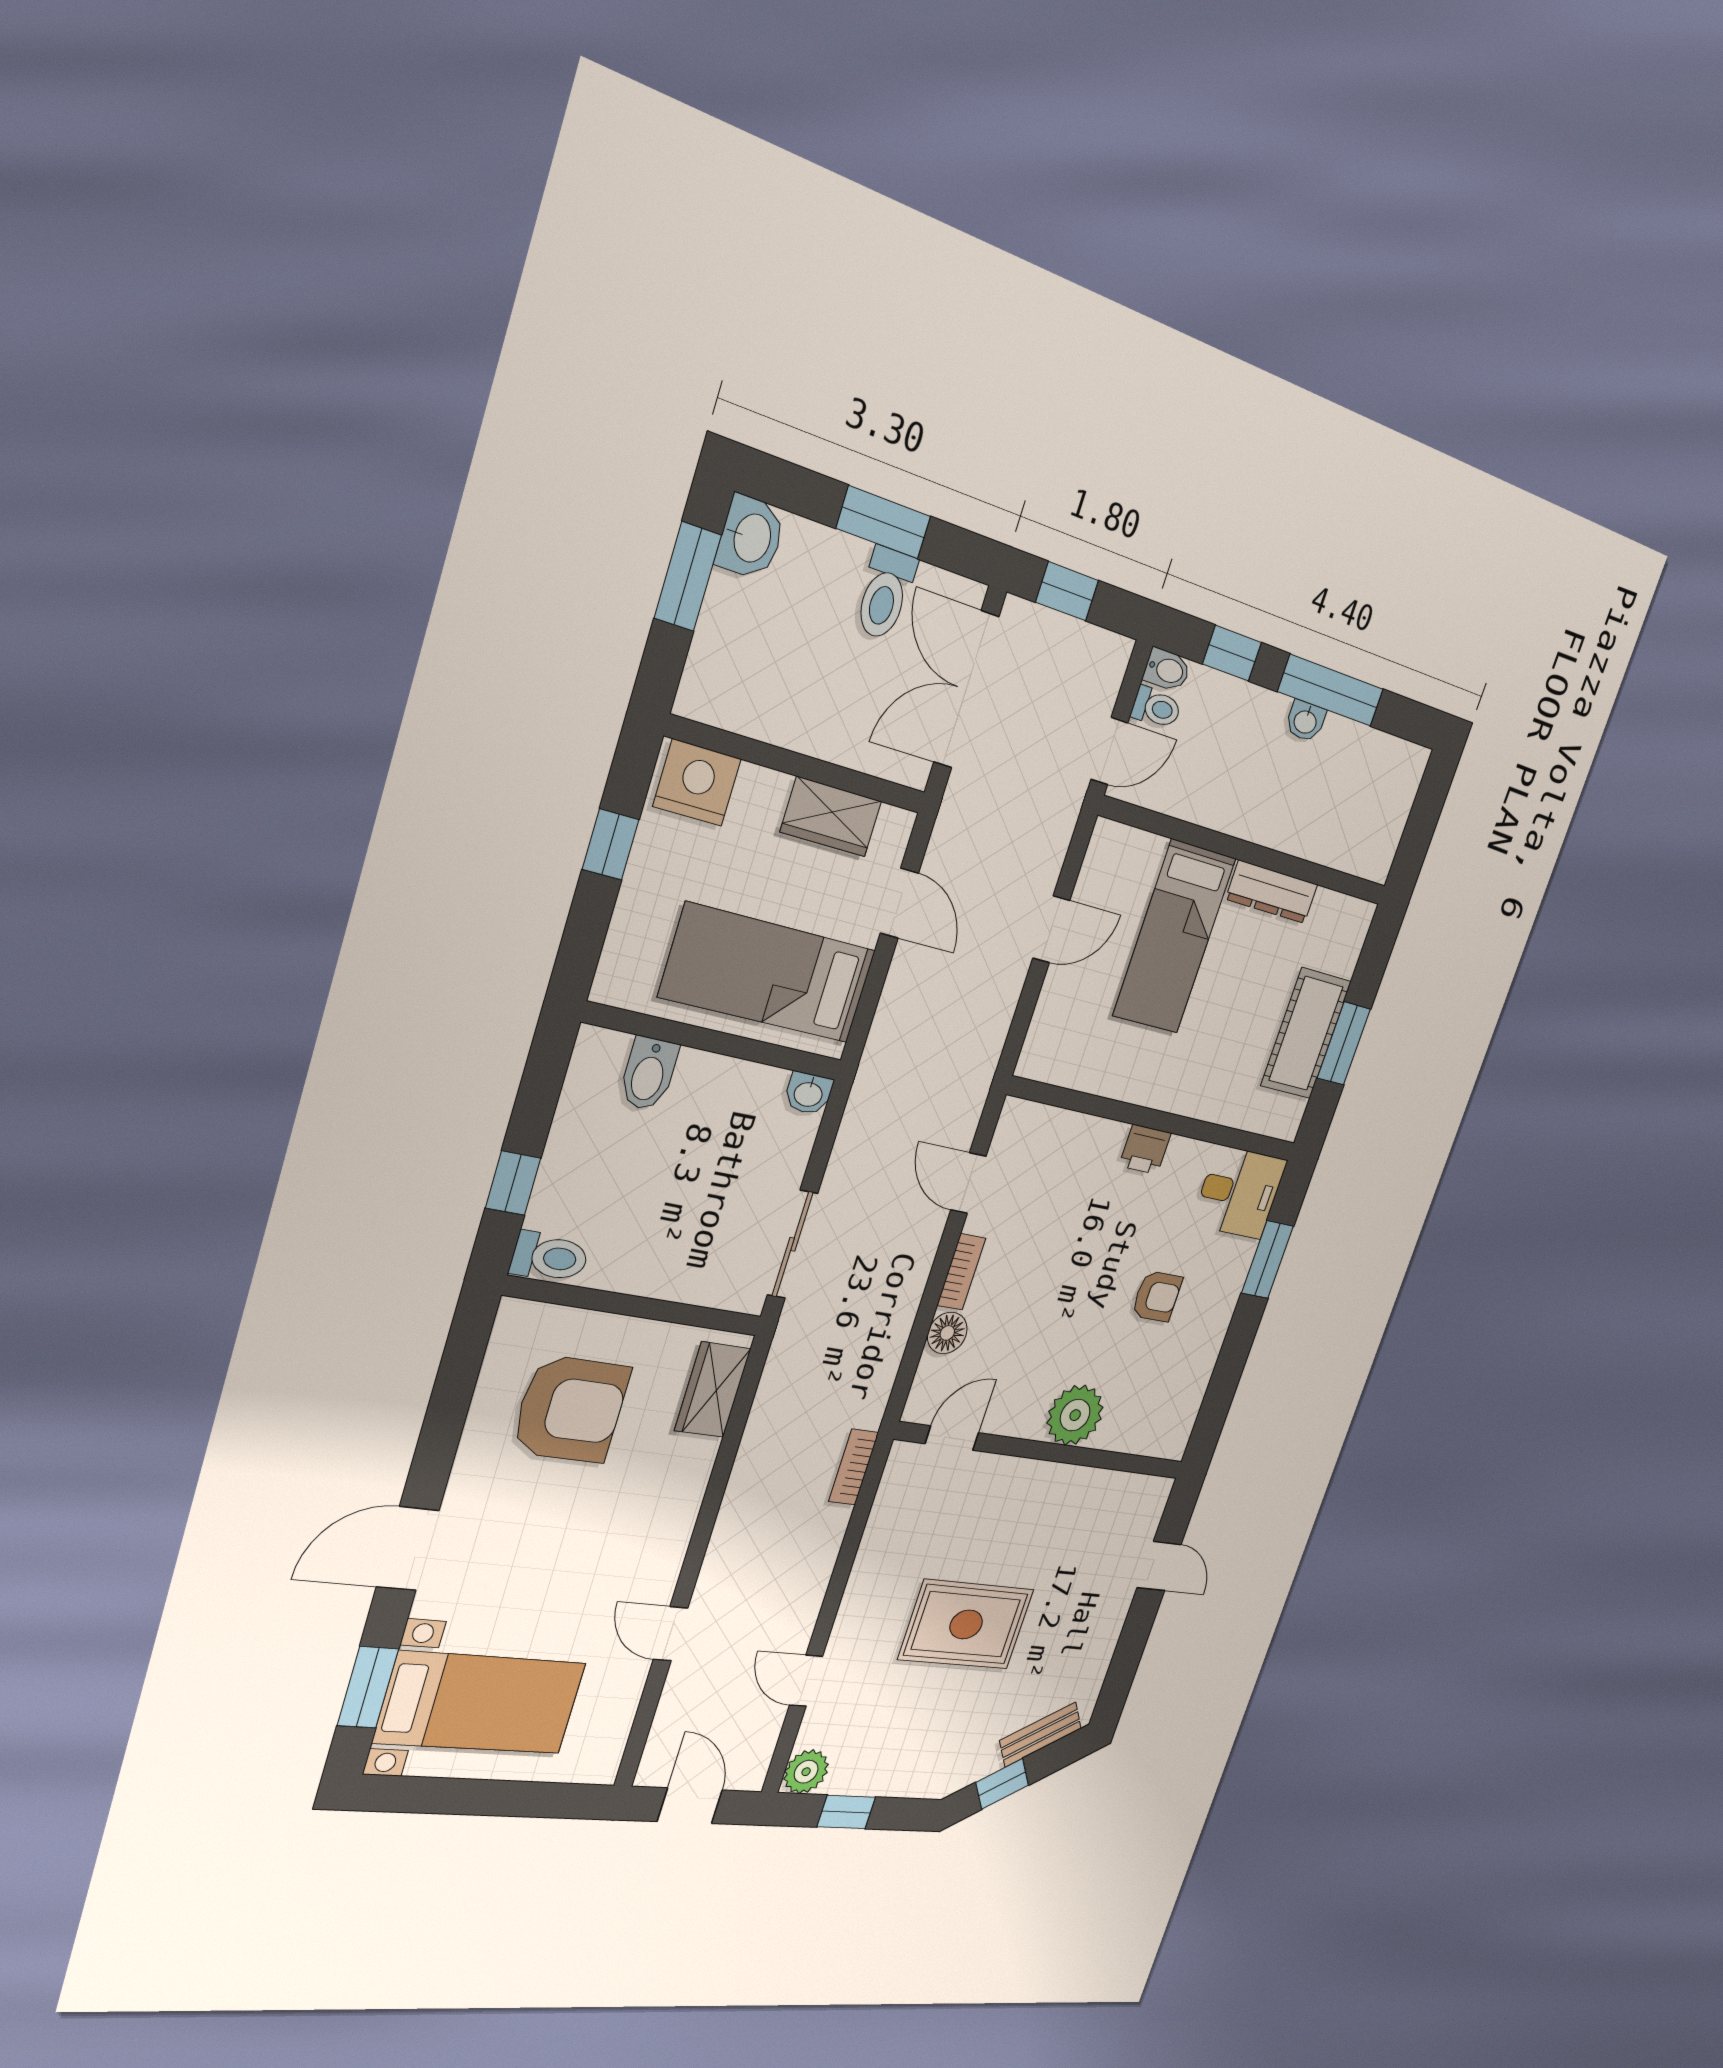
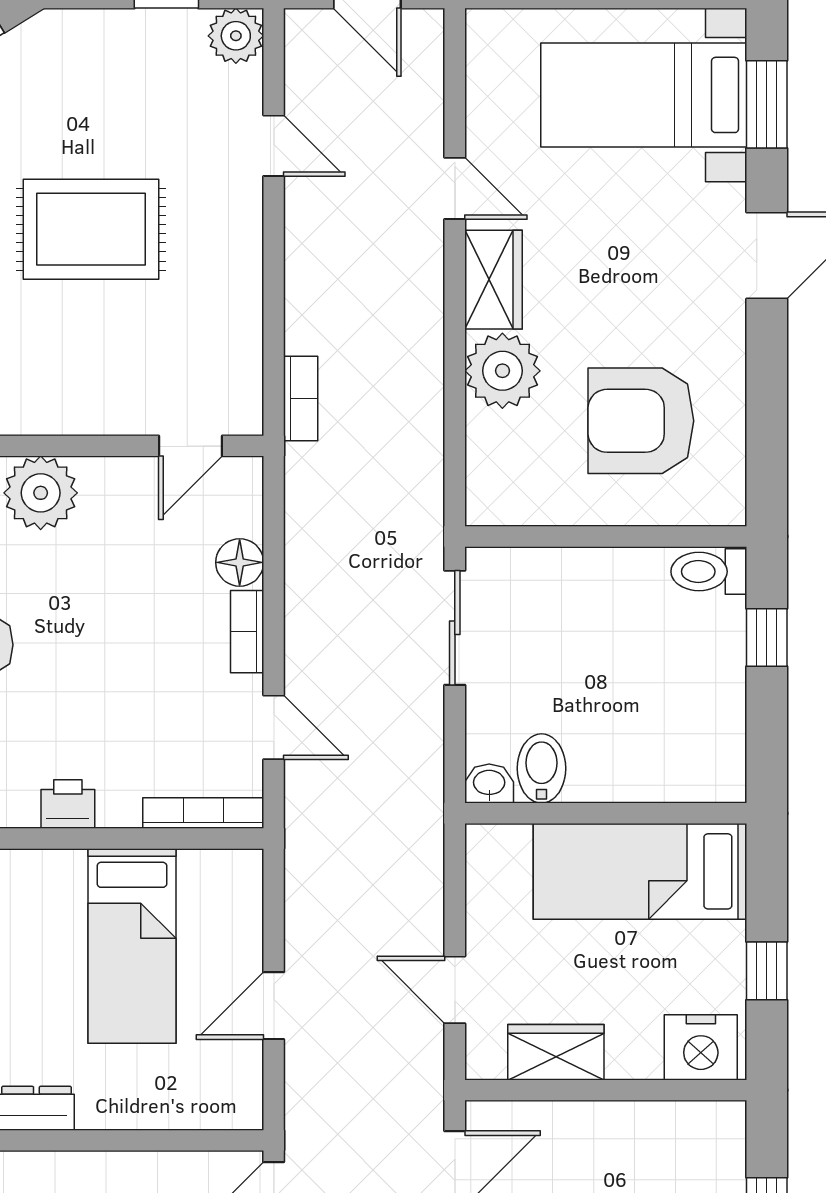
bed: (1174, 937) -> (132, 946), moved, turned 180
bed: (768, 974) -> (640, 871), moved, turned 180
bidet: (649, 1074) -> (542, 768), moved
bookcase: (1048, 1119) -> (203, 813), added
wardrobe: (713, 1390) -> (494, 280), moved
plant: (680, 1470) -> (502, 371), added

